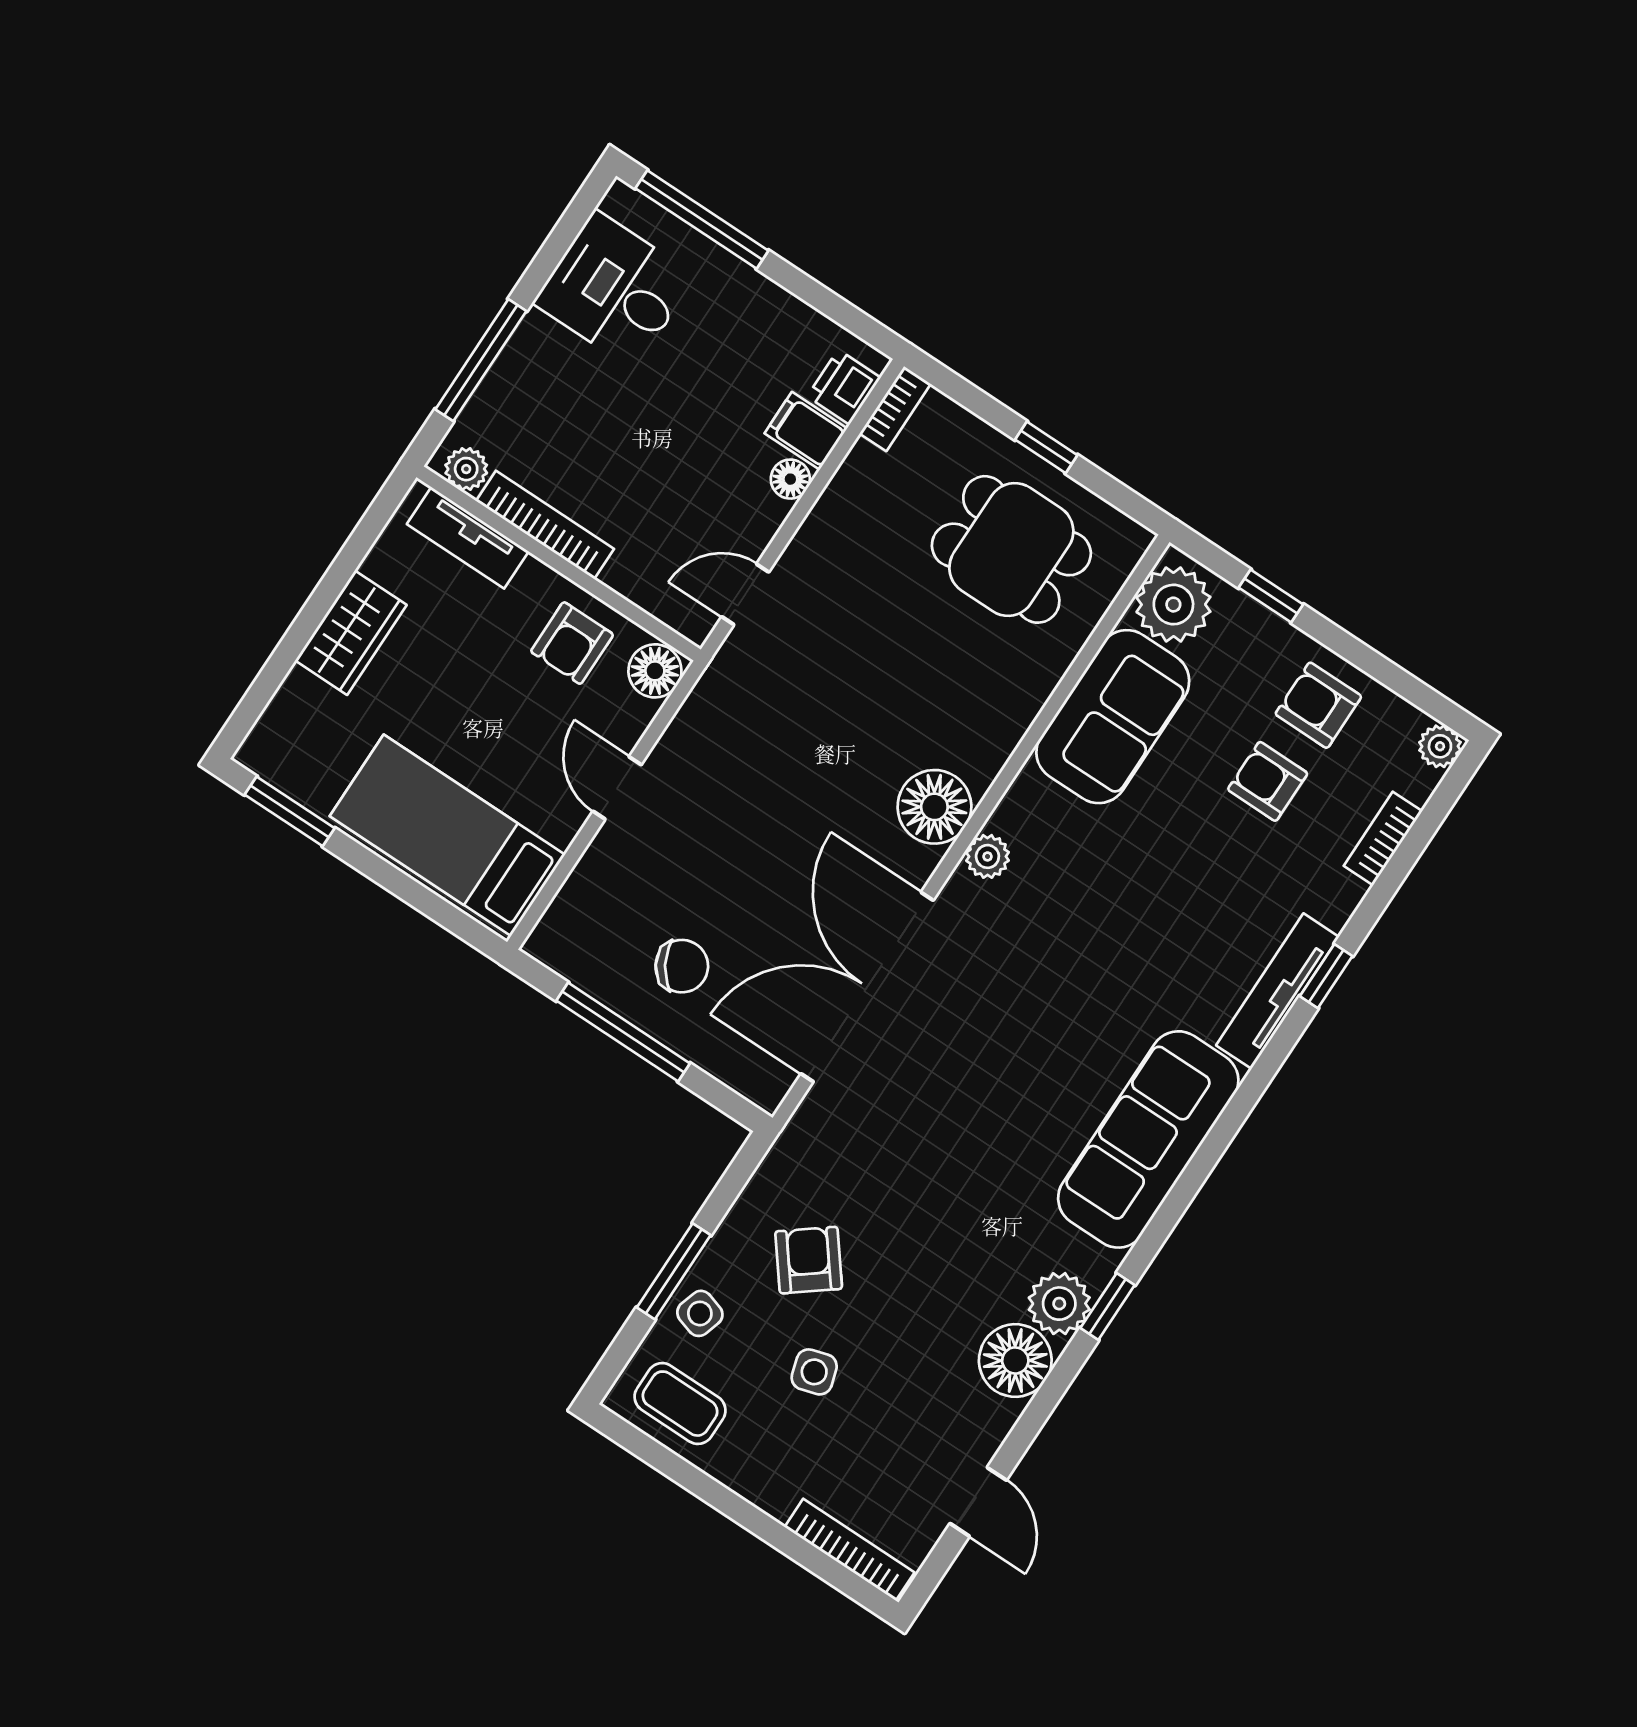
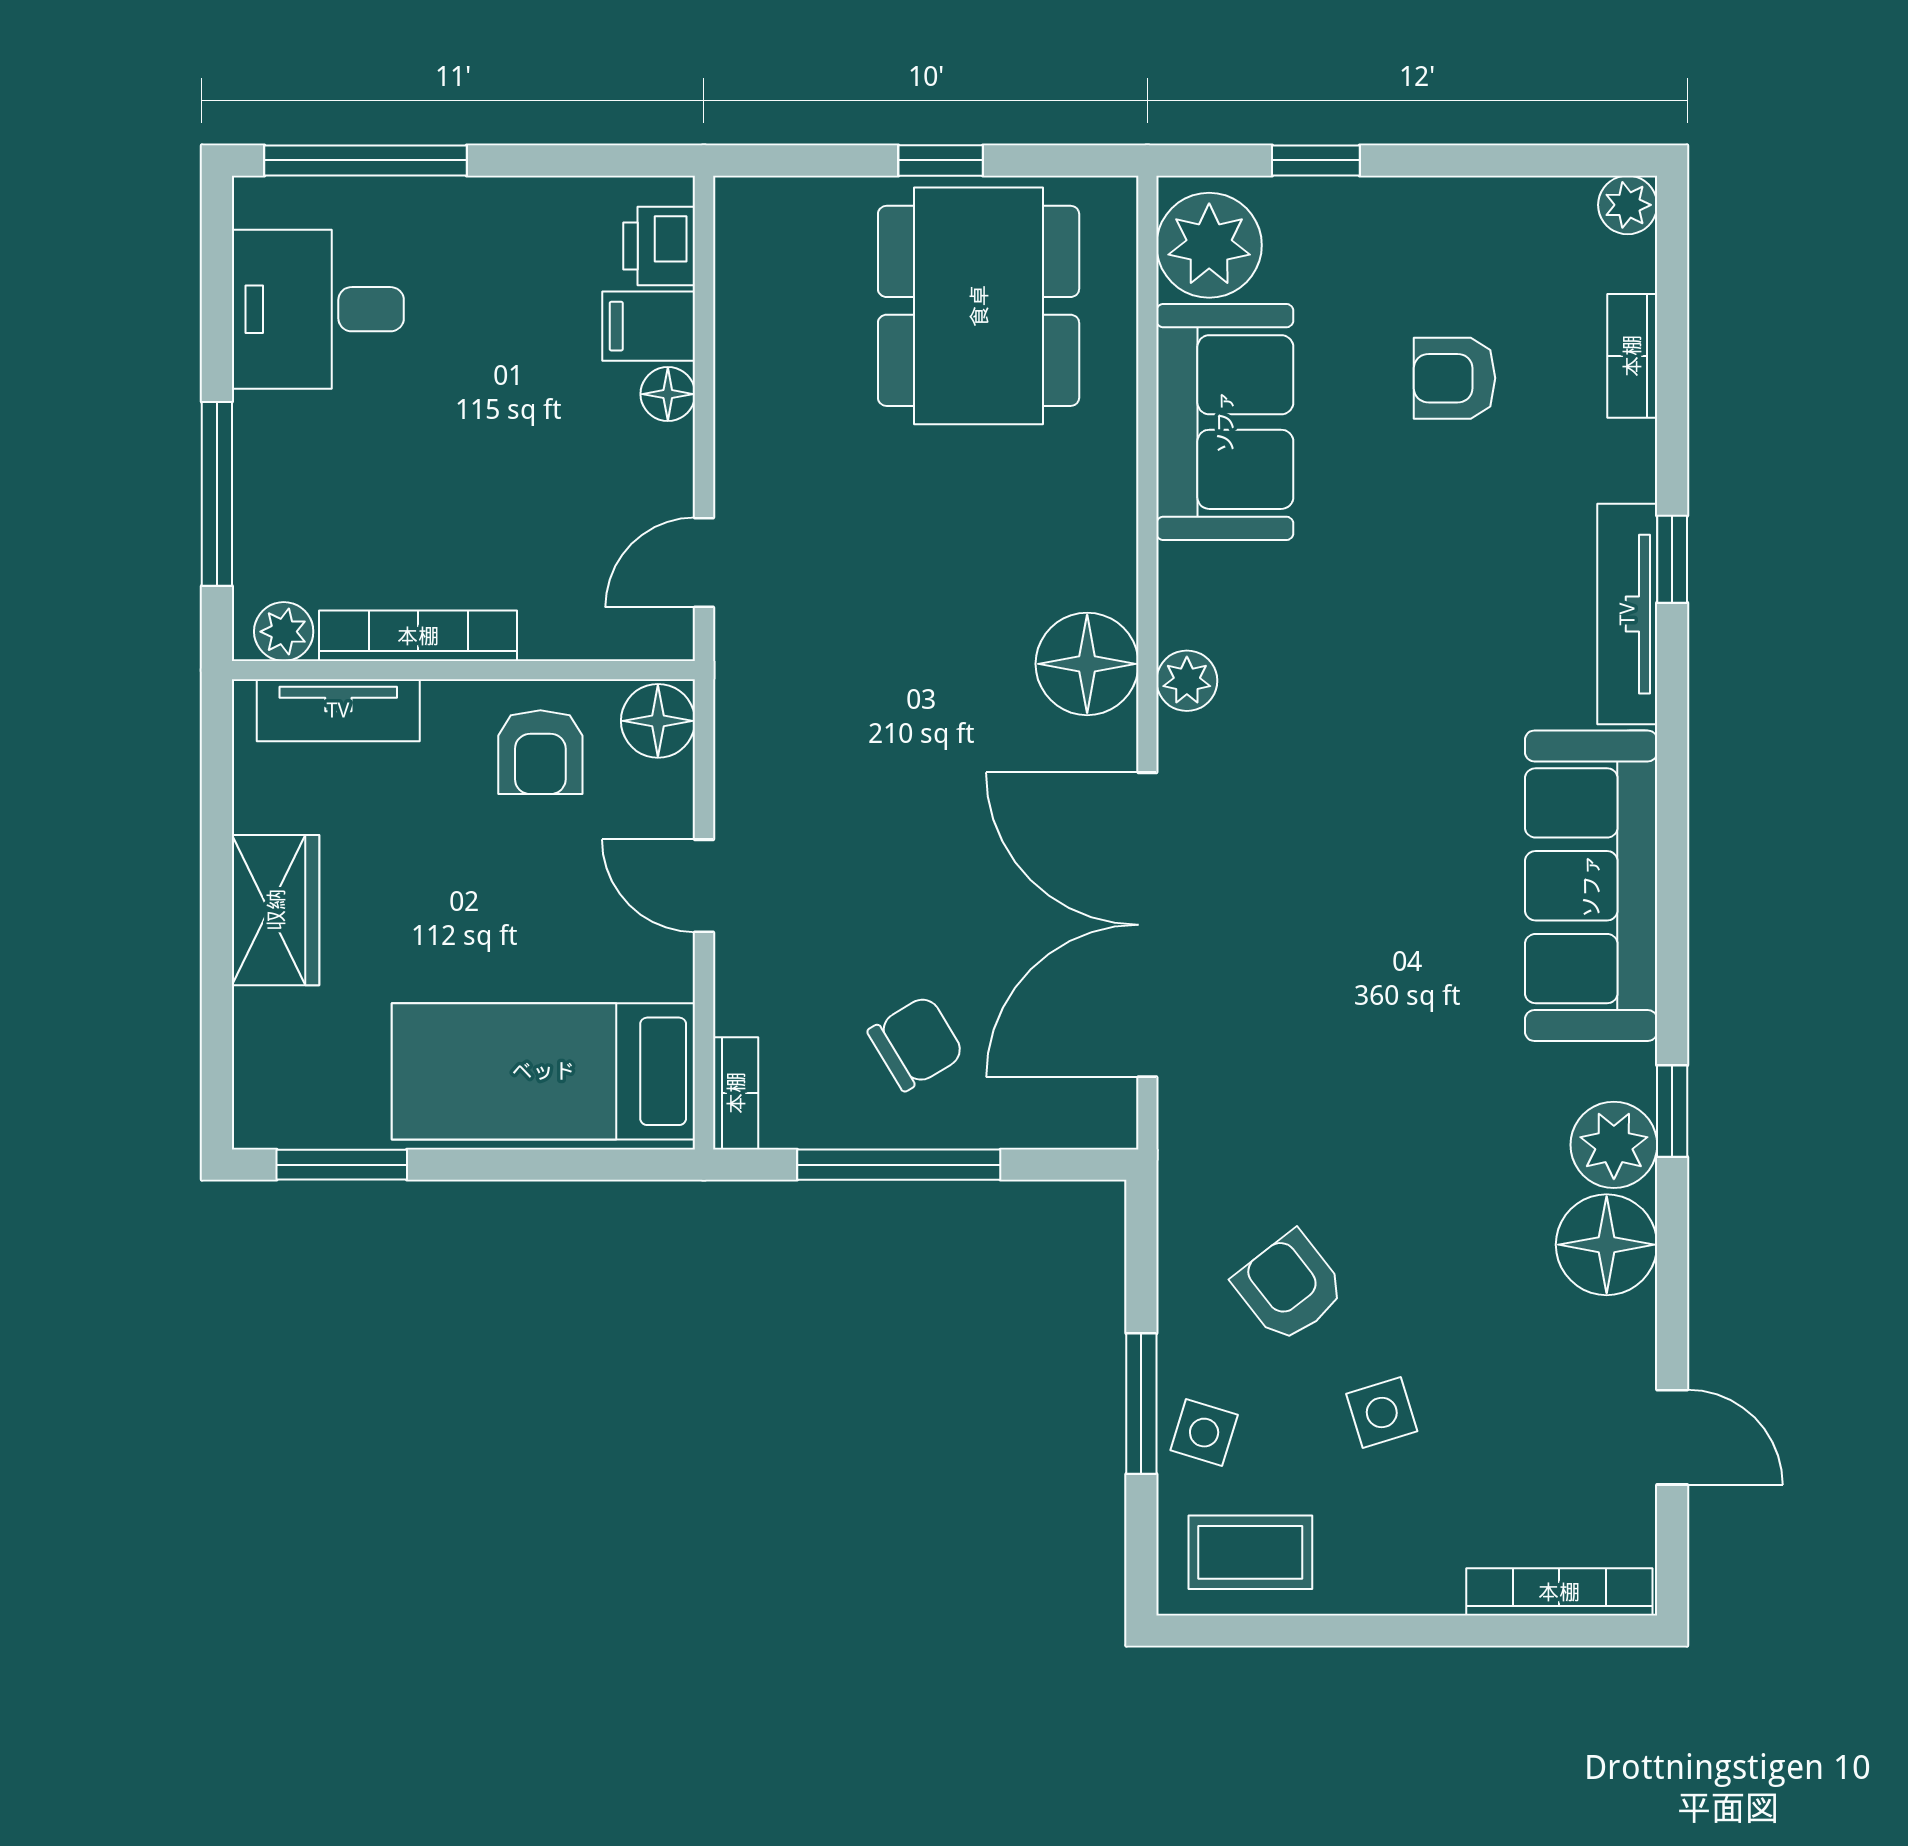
bookcase: (895, 409) -> (736, 1093), moved
dining table: (1011, 549) -> (979, 306), width x1.38
armchair: (1318, 705) -> (1455, 251), removed

